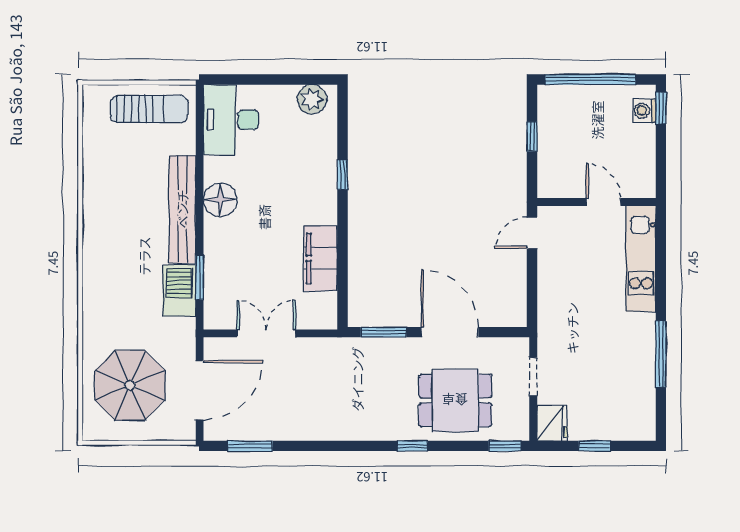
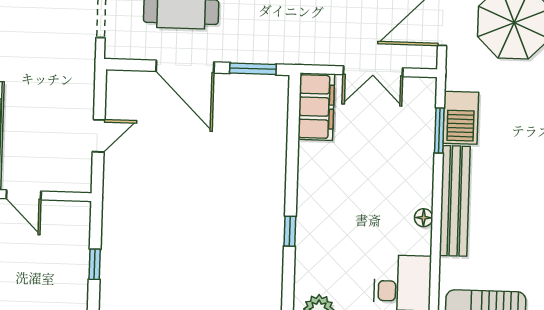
floor lamp: (220, 200) -> (424, 218), width x0.53, depth x0.53
door: (532, 233) -> (99, 136), moved
filing cabinet: (321, 258) -> (316, 107), moved

